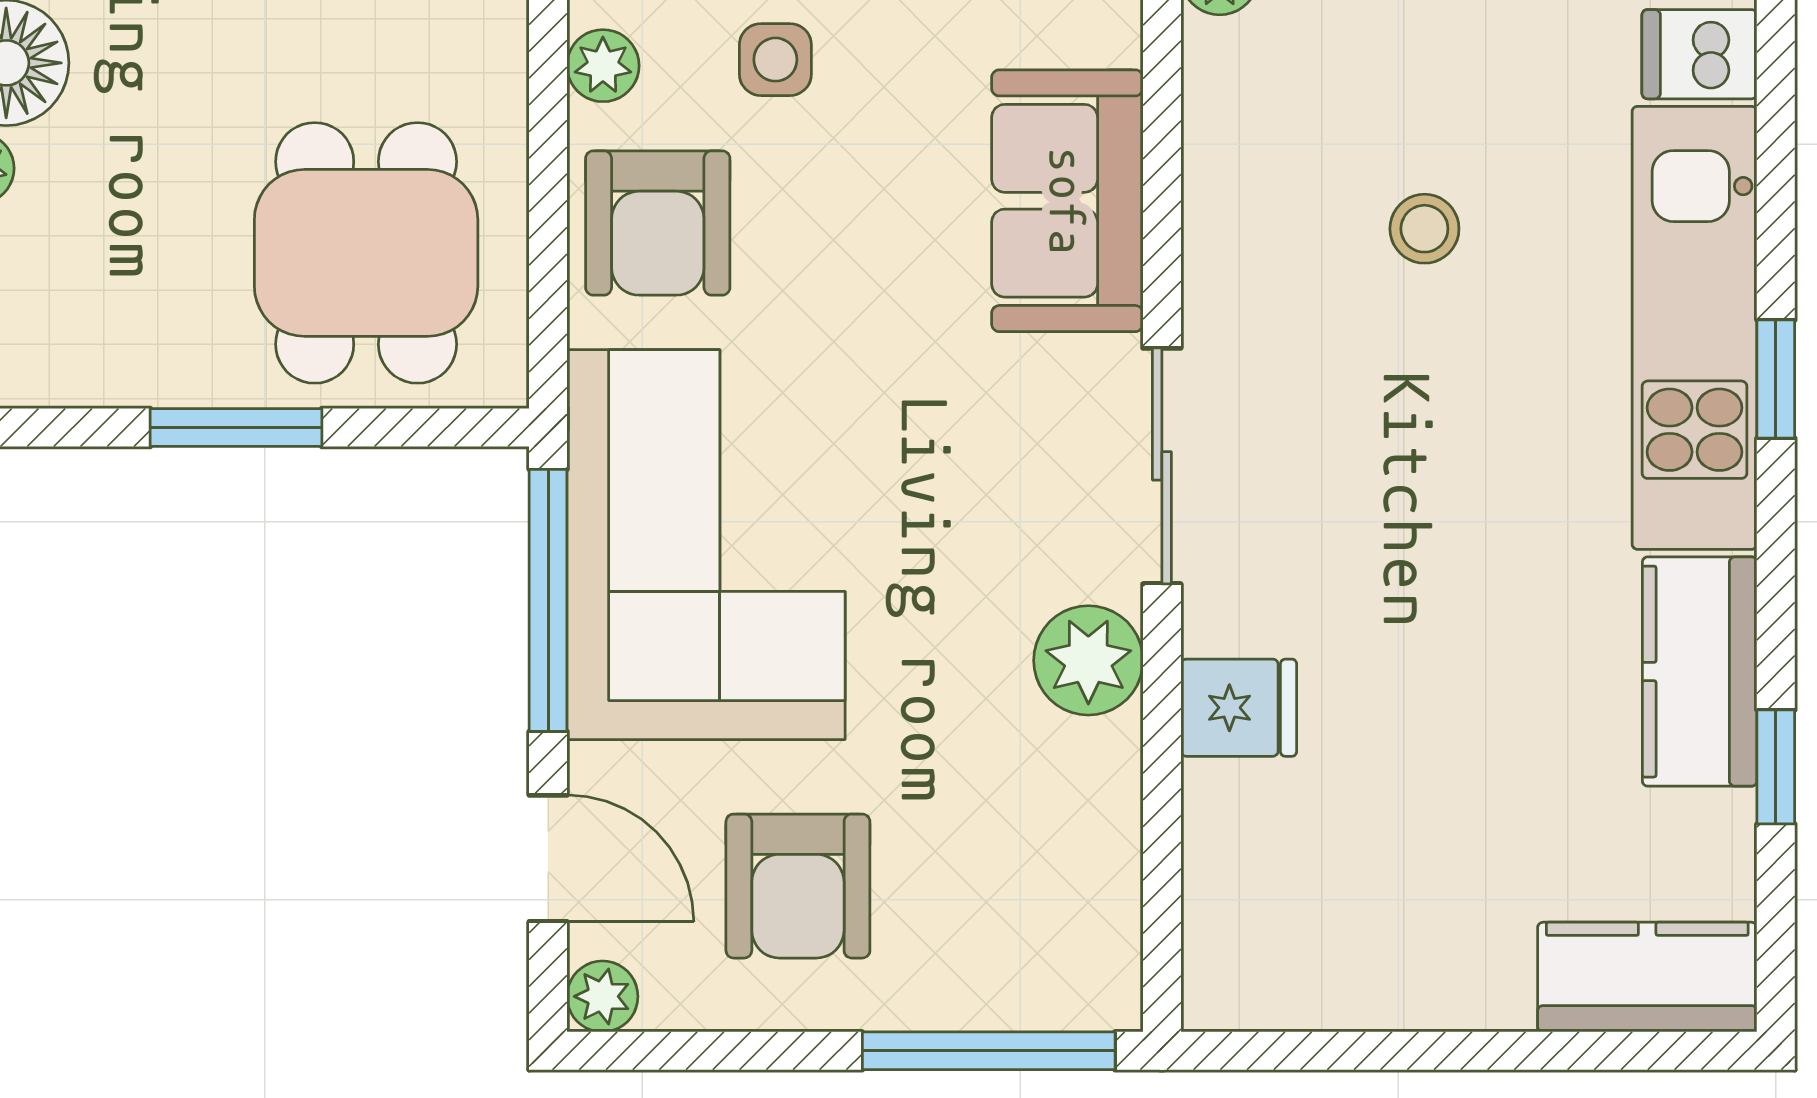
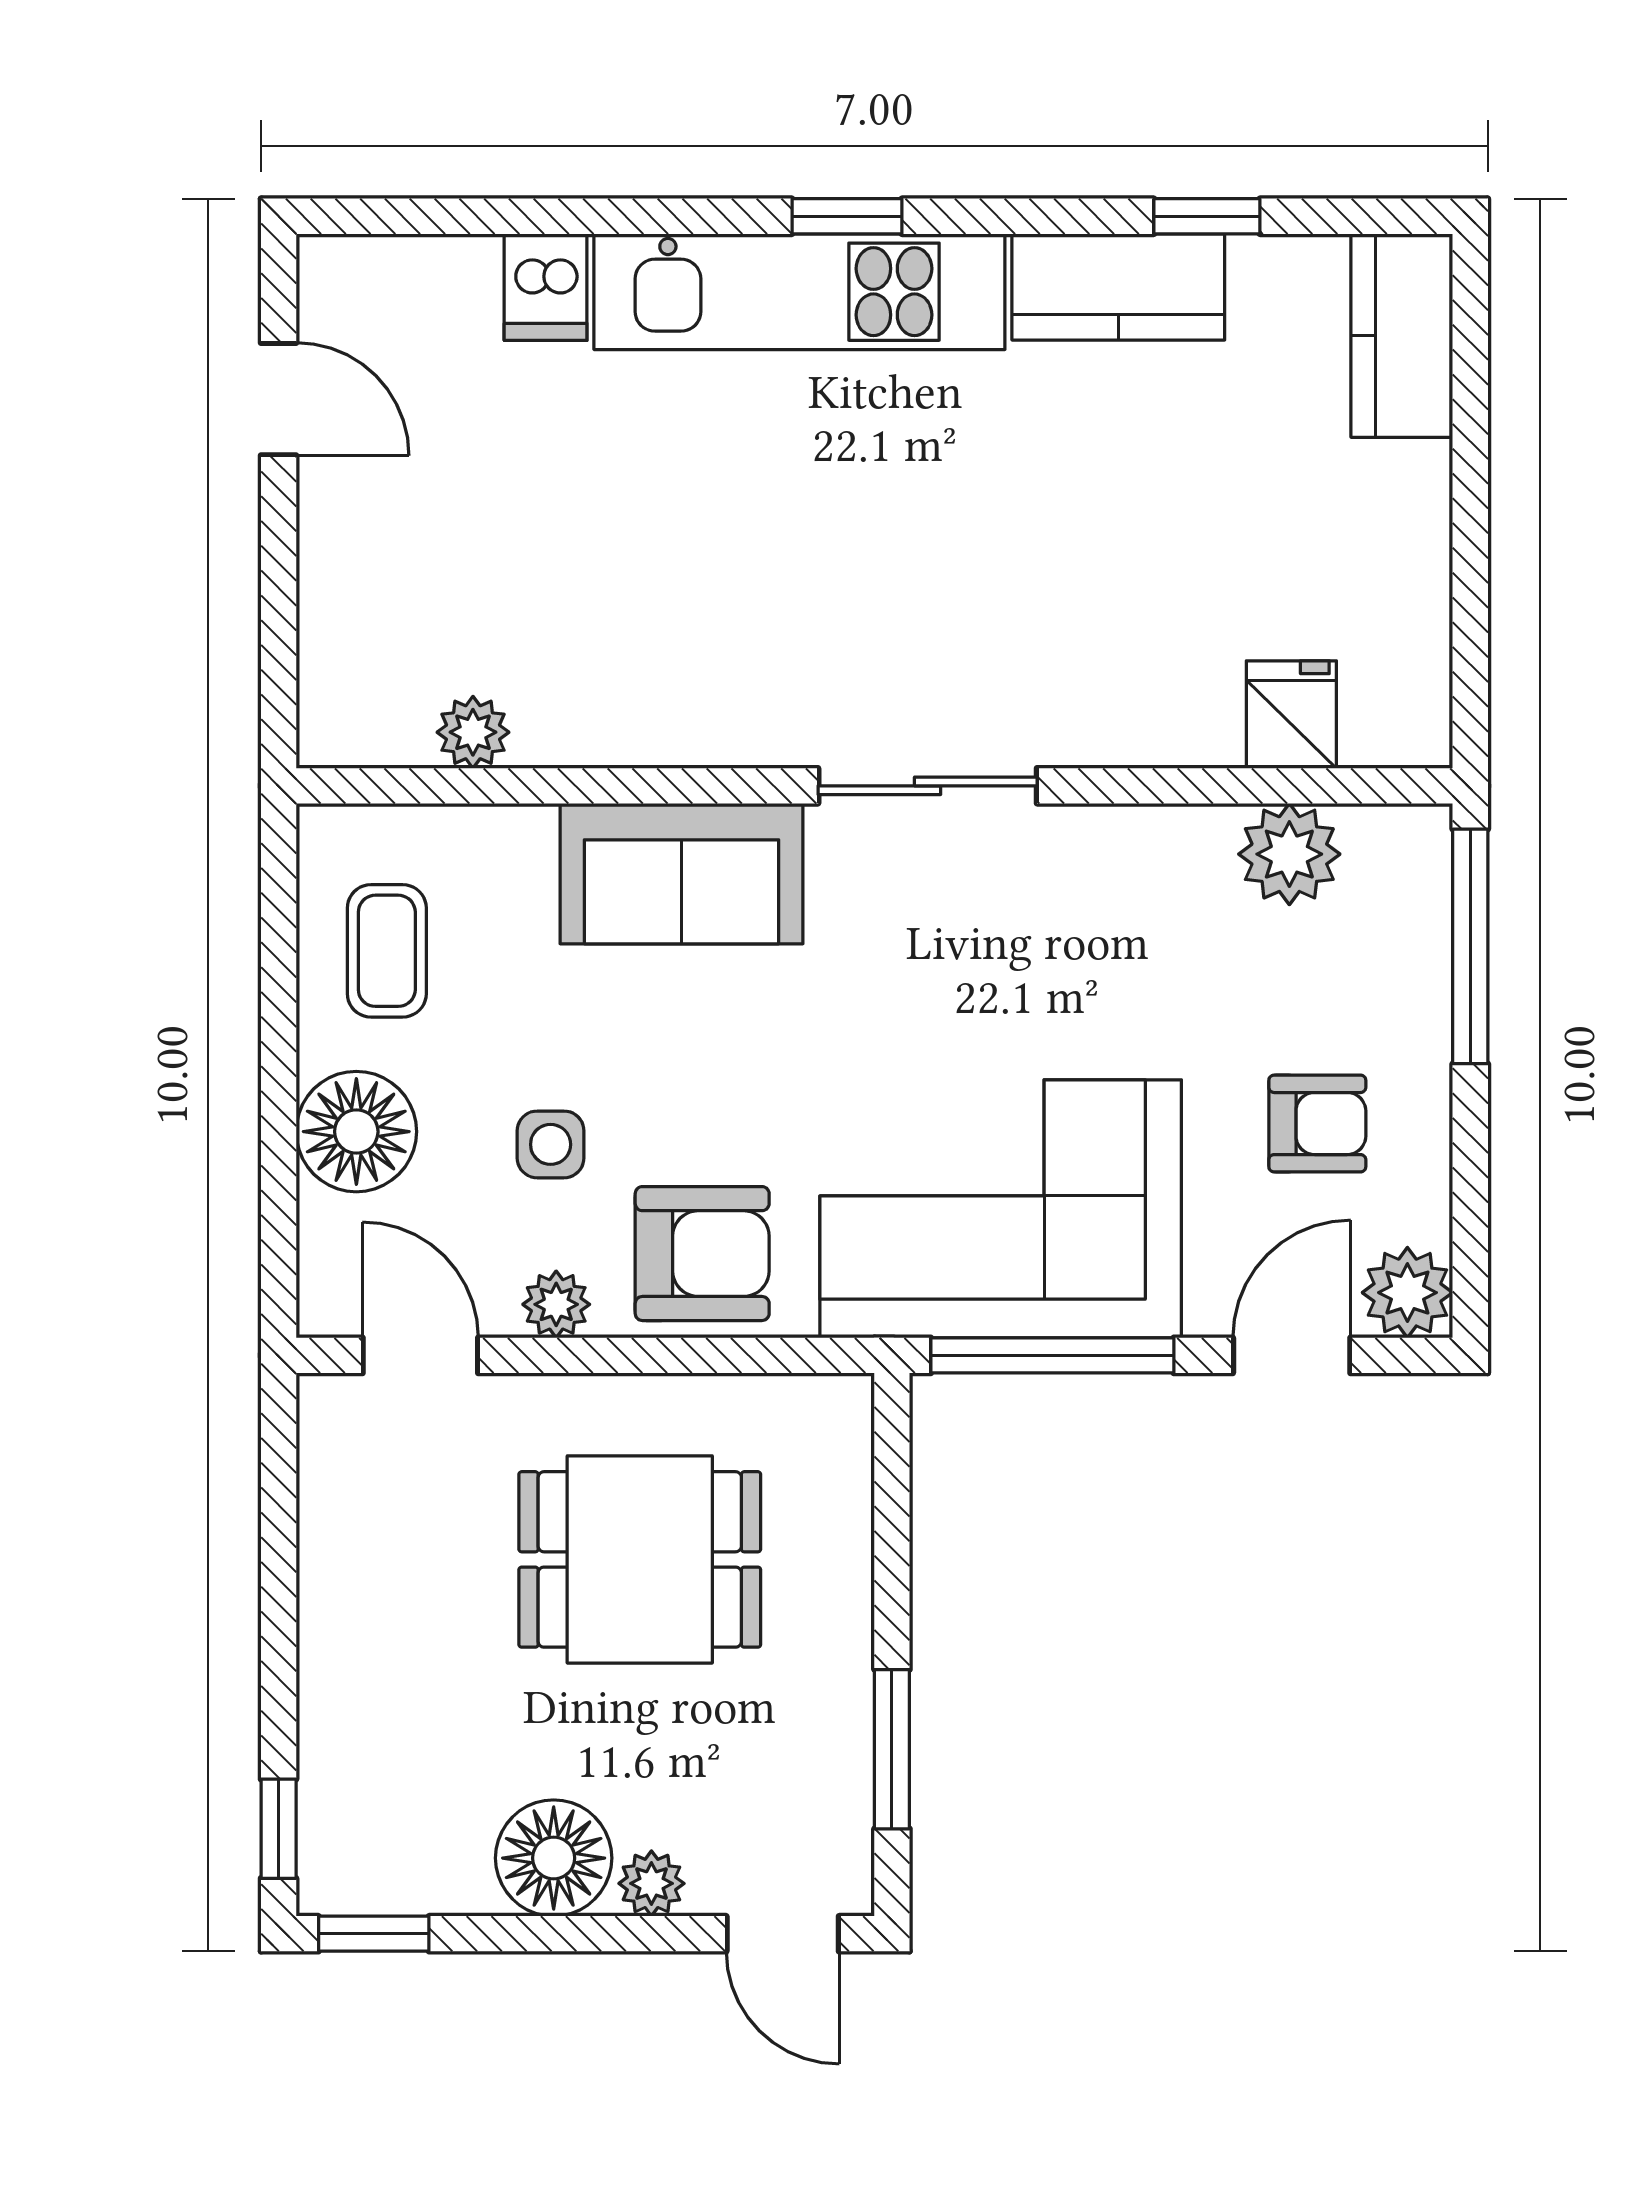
stool: (1424, 229) -> (707, 542), removed
dining table: (366, 253) -> (640, 1559), moved
window: (236, 428) -> (892, 1749), moved
plant: (1088, 660) -> (1289, 854), moved
fridge: (1239, 708) -> (1291, 715), moved
armchair: (798, 886) -> (1317, 1124), width x0.72, depth x0.72
plant: (602, 996) -> (1407, 1293), width x1.38, depth x1.38

